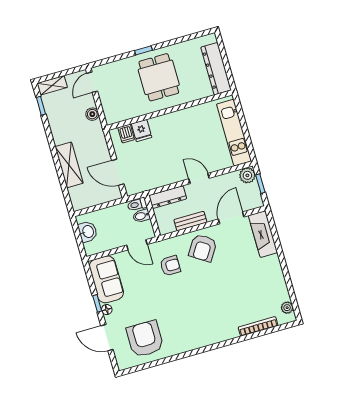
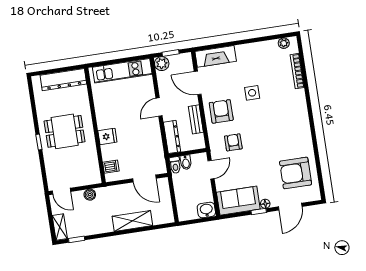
fridge: (142, 130) -> (107, 136), moved
door: (118, 172) -> (144, 178), hinge flipped
washbasin: (88, 232) -> (206, 210), moved
armchair: (203, 248) -> (221, 111), turned -123
side table: (228, 280) -> (252, 93), added

